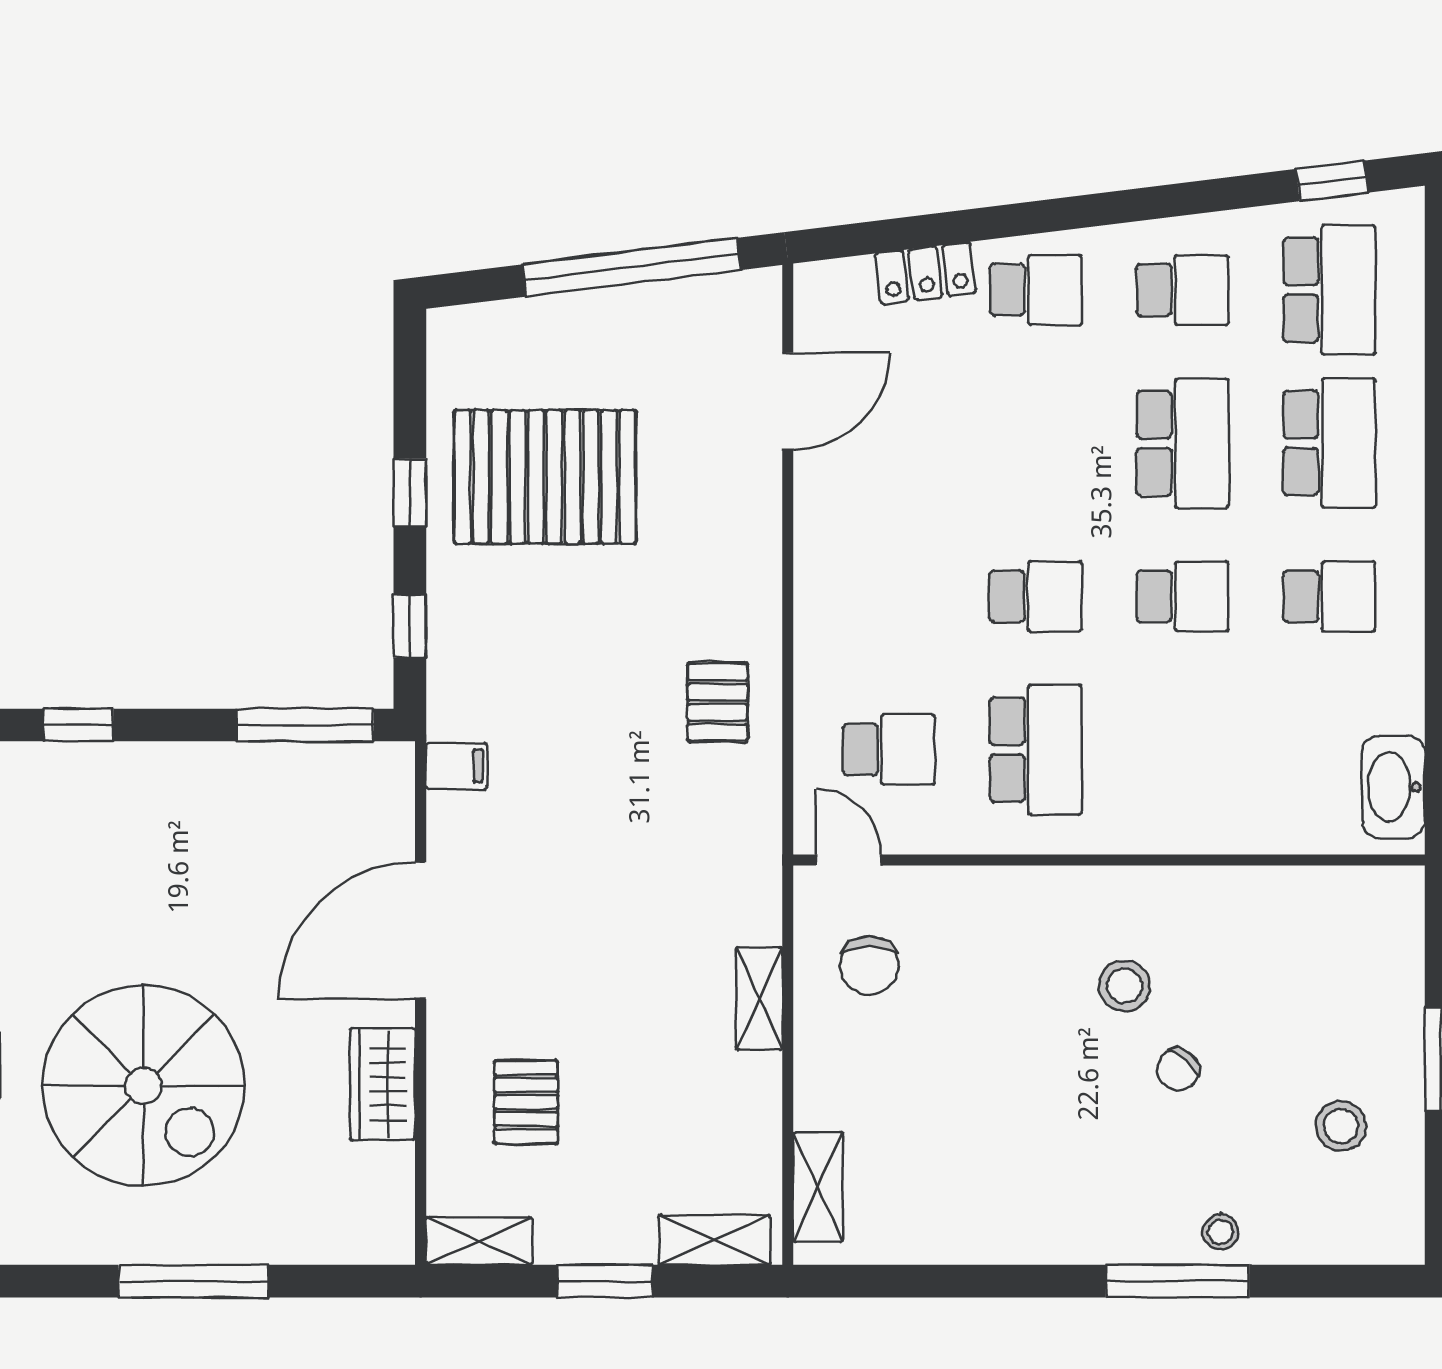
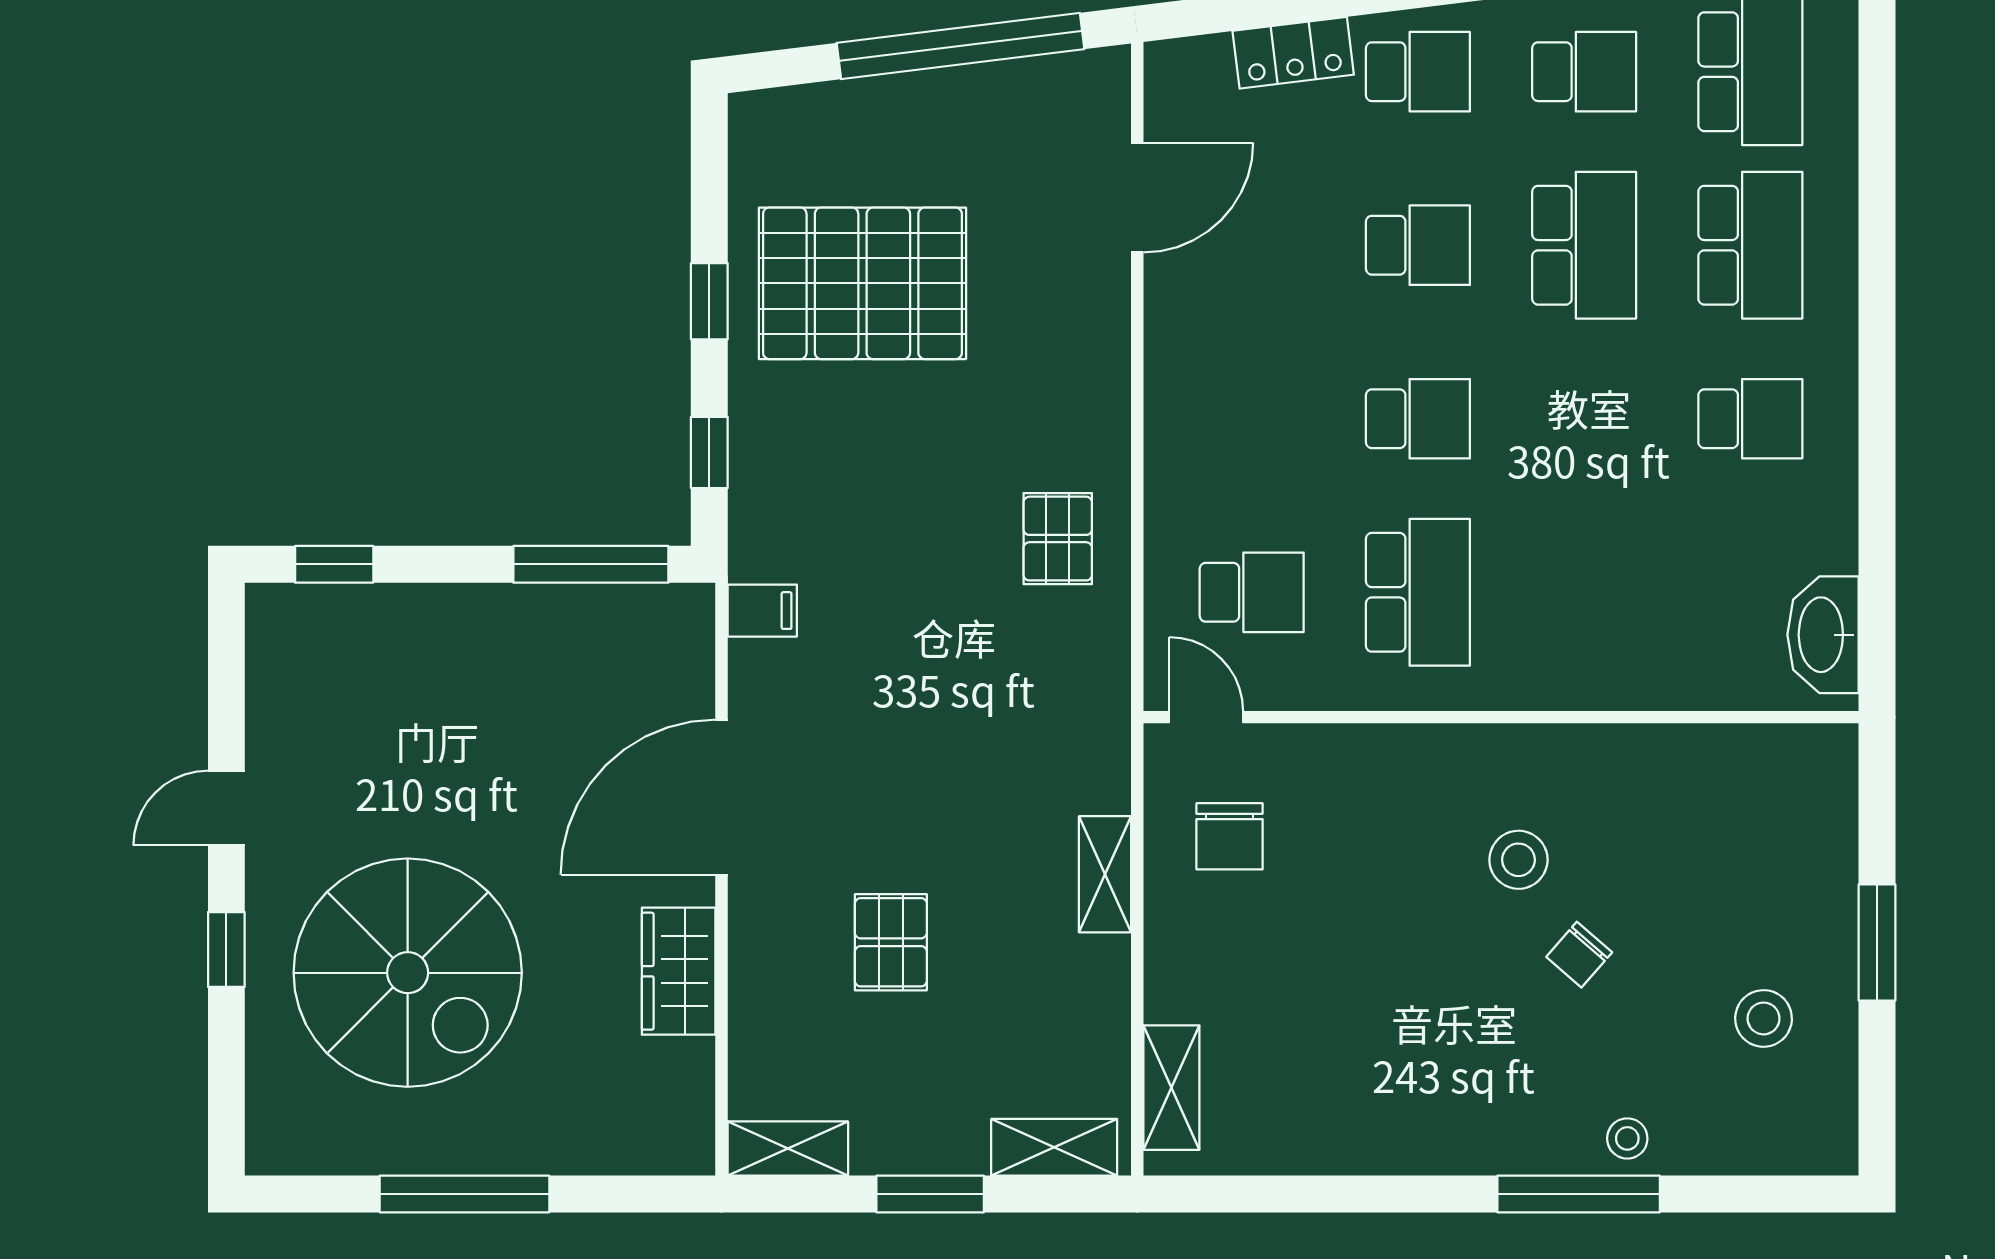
school desk: (1182, 596) -> (1418, 245), moved
pallet: (526, 1102) -> (891, 942), moved

